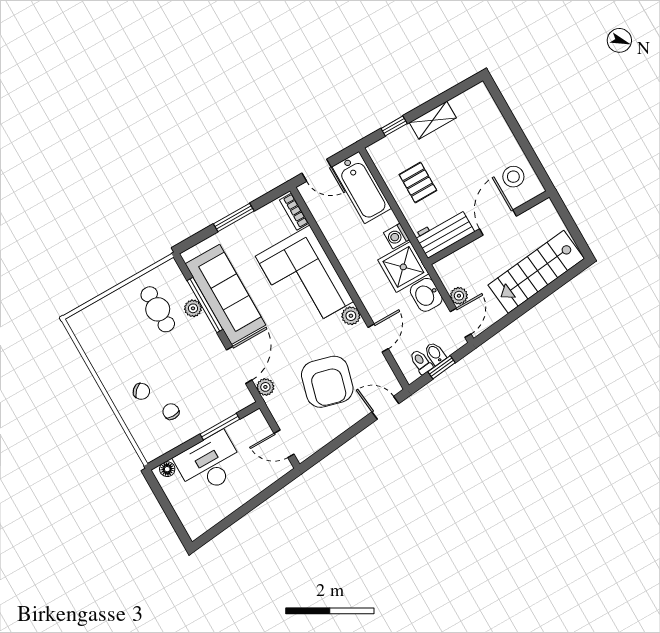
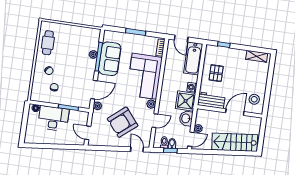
shelving: (433, 120) -> (257, 56), moved
sofa: (225, 294) -> (110, 59), width x0.73
cafe table: (158, 309) -> (48, 43), moved
armchair: (327, 382) -> (123, 122), turned 35

